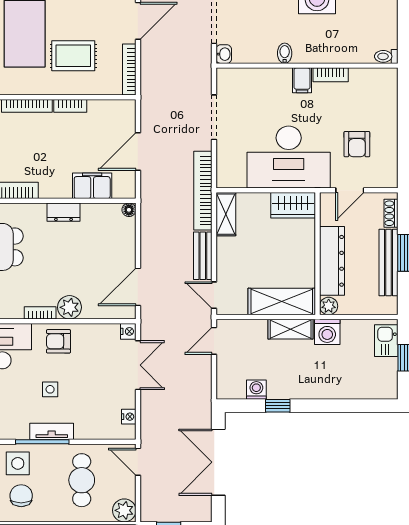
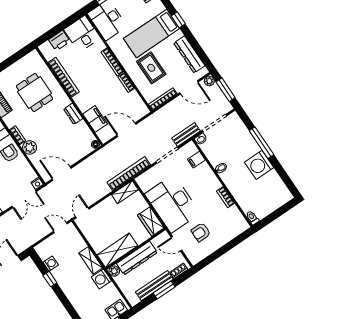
filing cabinet: (302, 80) -> (196, 160), moved
bench: (203, 256) -> (186, 135), moved
shelving: (282, 301) -> (117, 250), moved, turned 90

